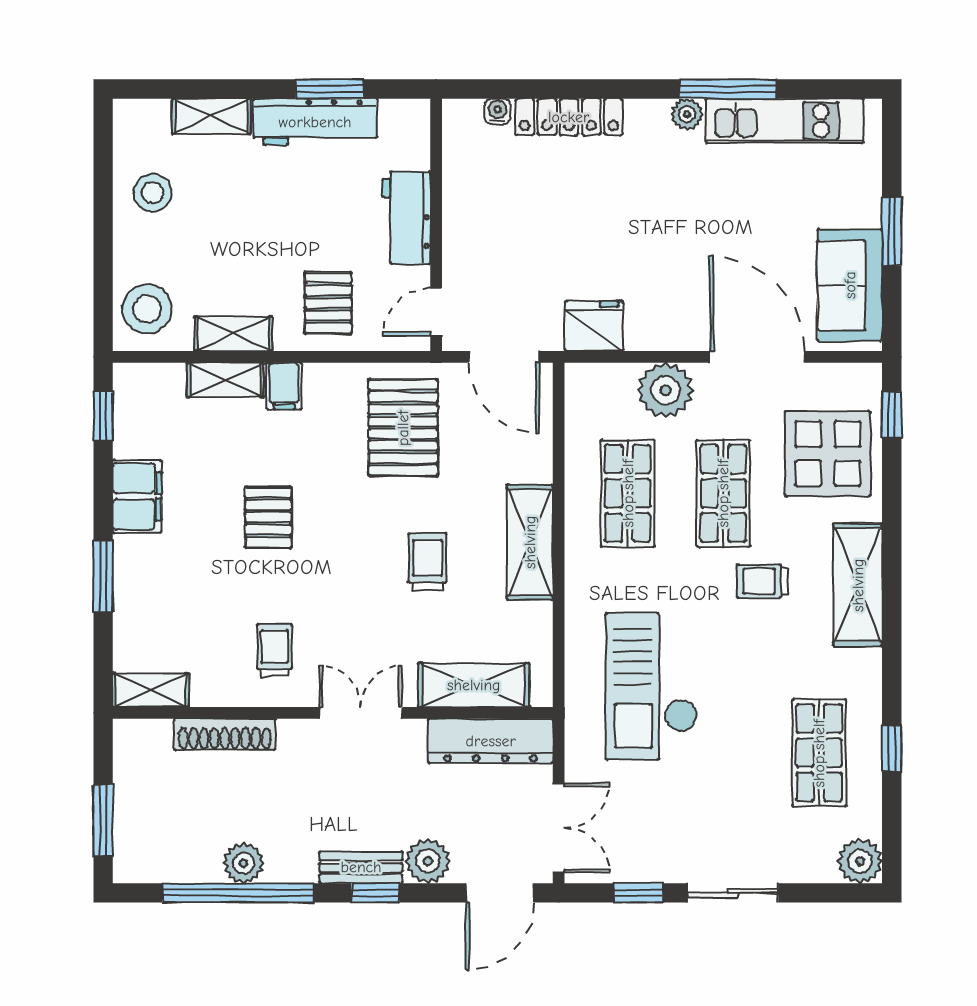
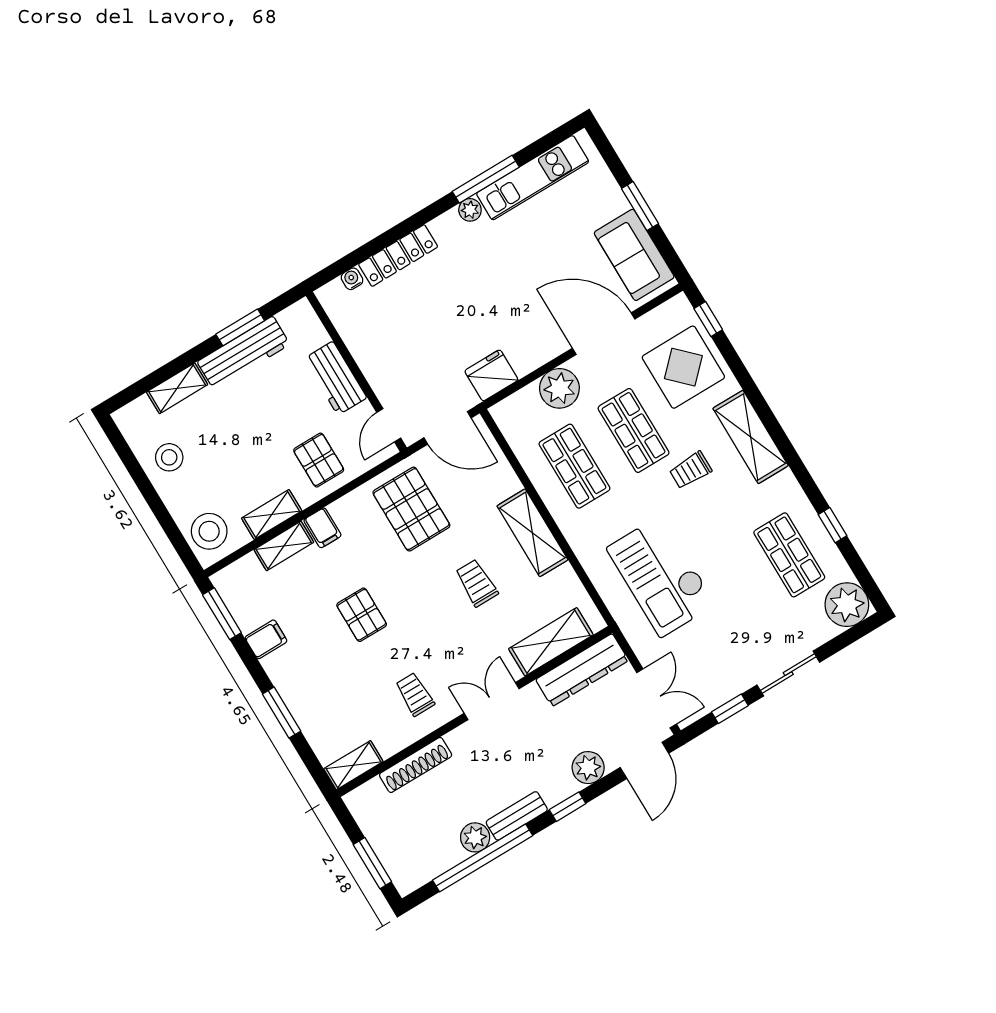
window: (103, 416) -> (222, 614), width x1.50
filing cabinet: (137, 496) -> (266, 639), width x0.50
plant: (860, 861) -> (847, 605), width x1.36, depth x1.36
bench: (361, 867) -> (517, 816), moved

